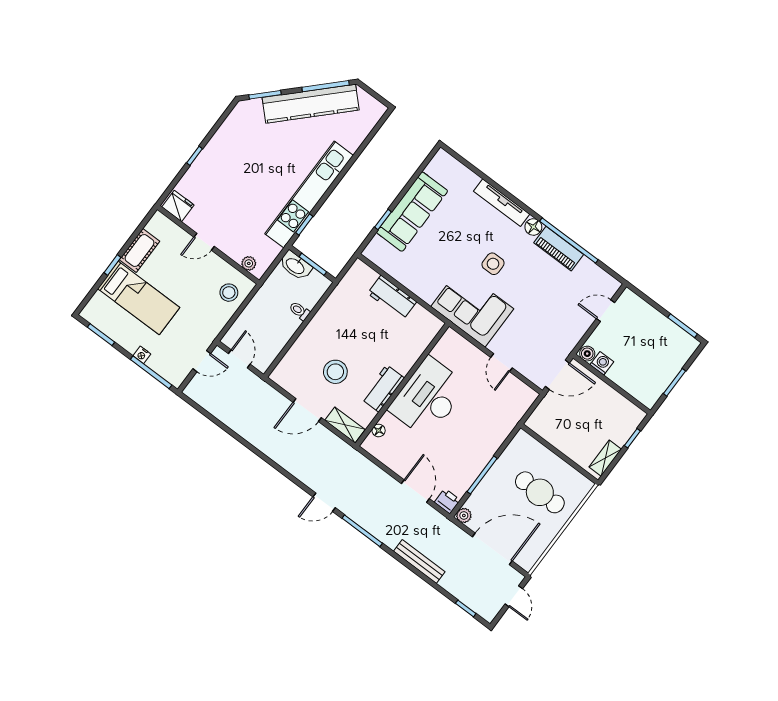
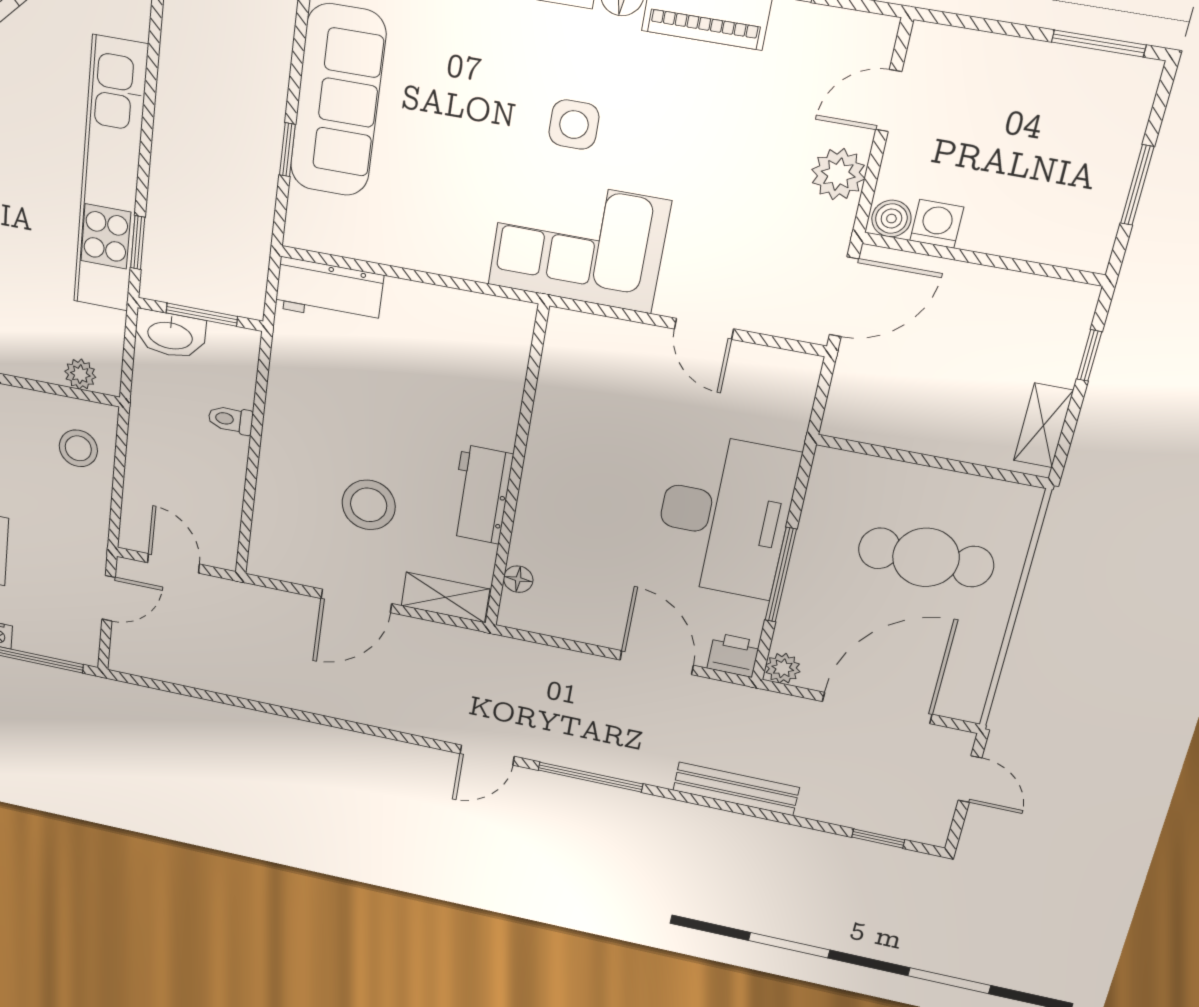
workbench: (392, 298) -> (329, 291), moved
plant: (576, 328) -> (838, 174), added
desk: (428, 397) -> (724, 516), moved, turned 180

